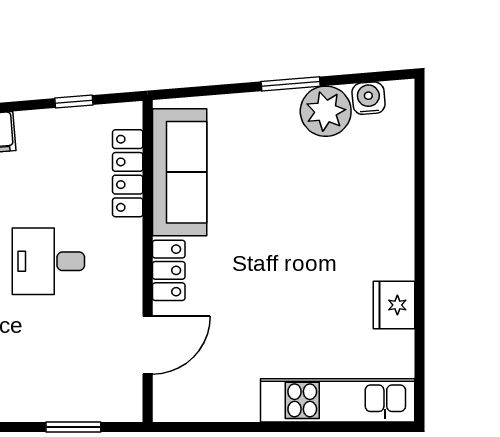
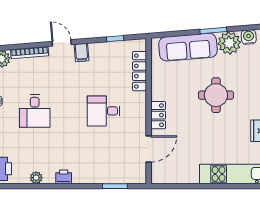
sofa: (180, 172) -> (188, 47), moved, turned 85
round table: (296, 226) -> (216, 95), added

